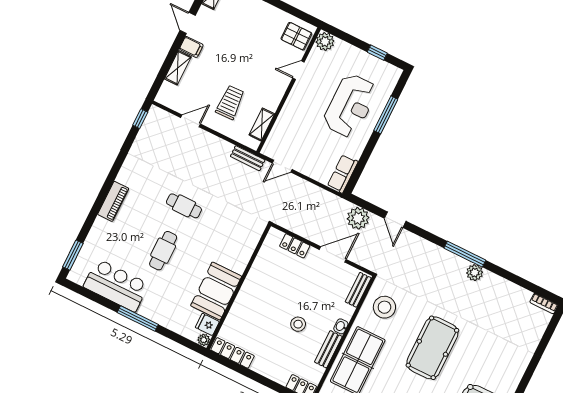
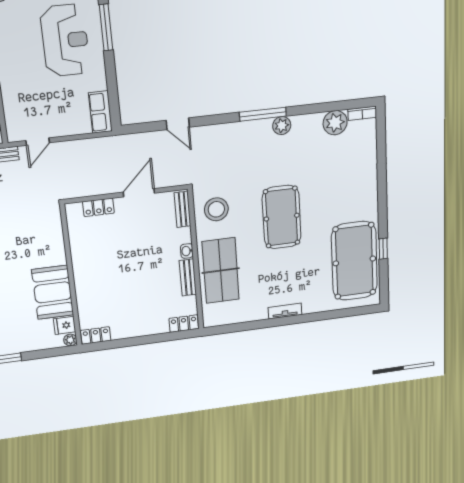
plant: (358, 218) -> (335, 123), moved
stool: (298, 324) -> (147, 274), removed
locker: (233, 353) -> (96, 335), width x0.66

